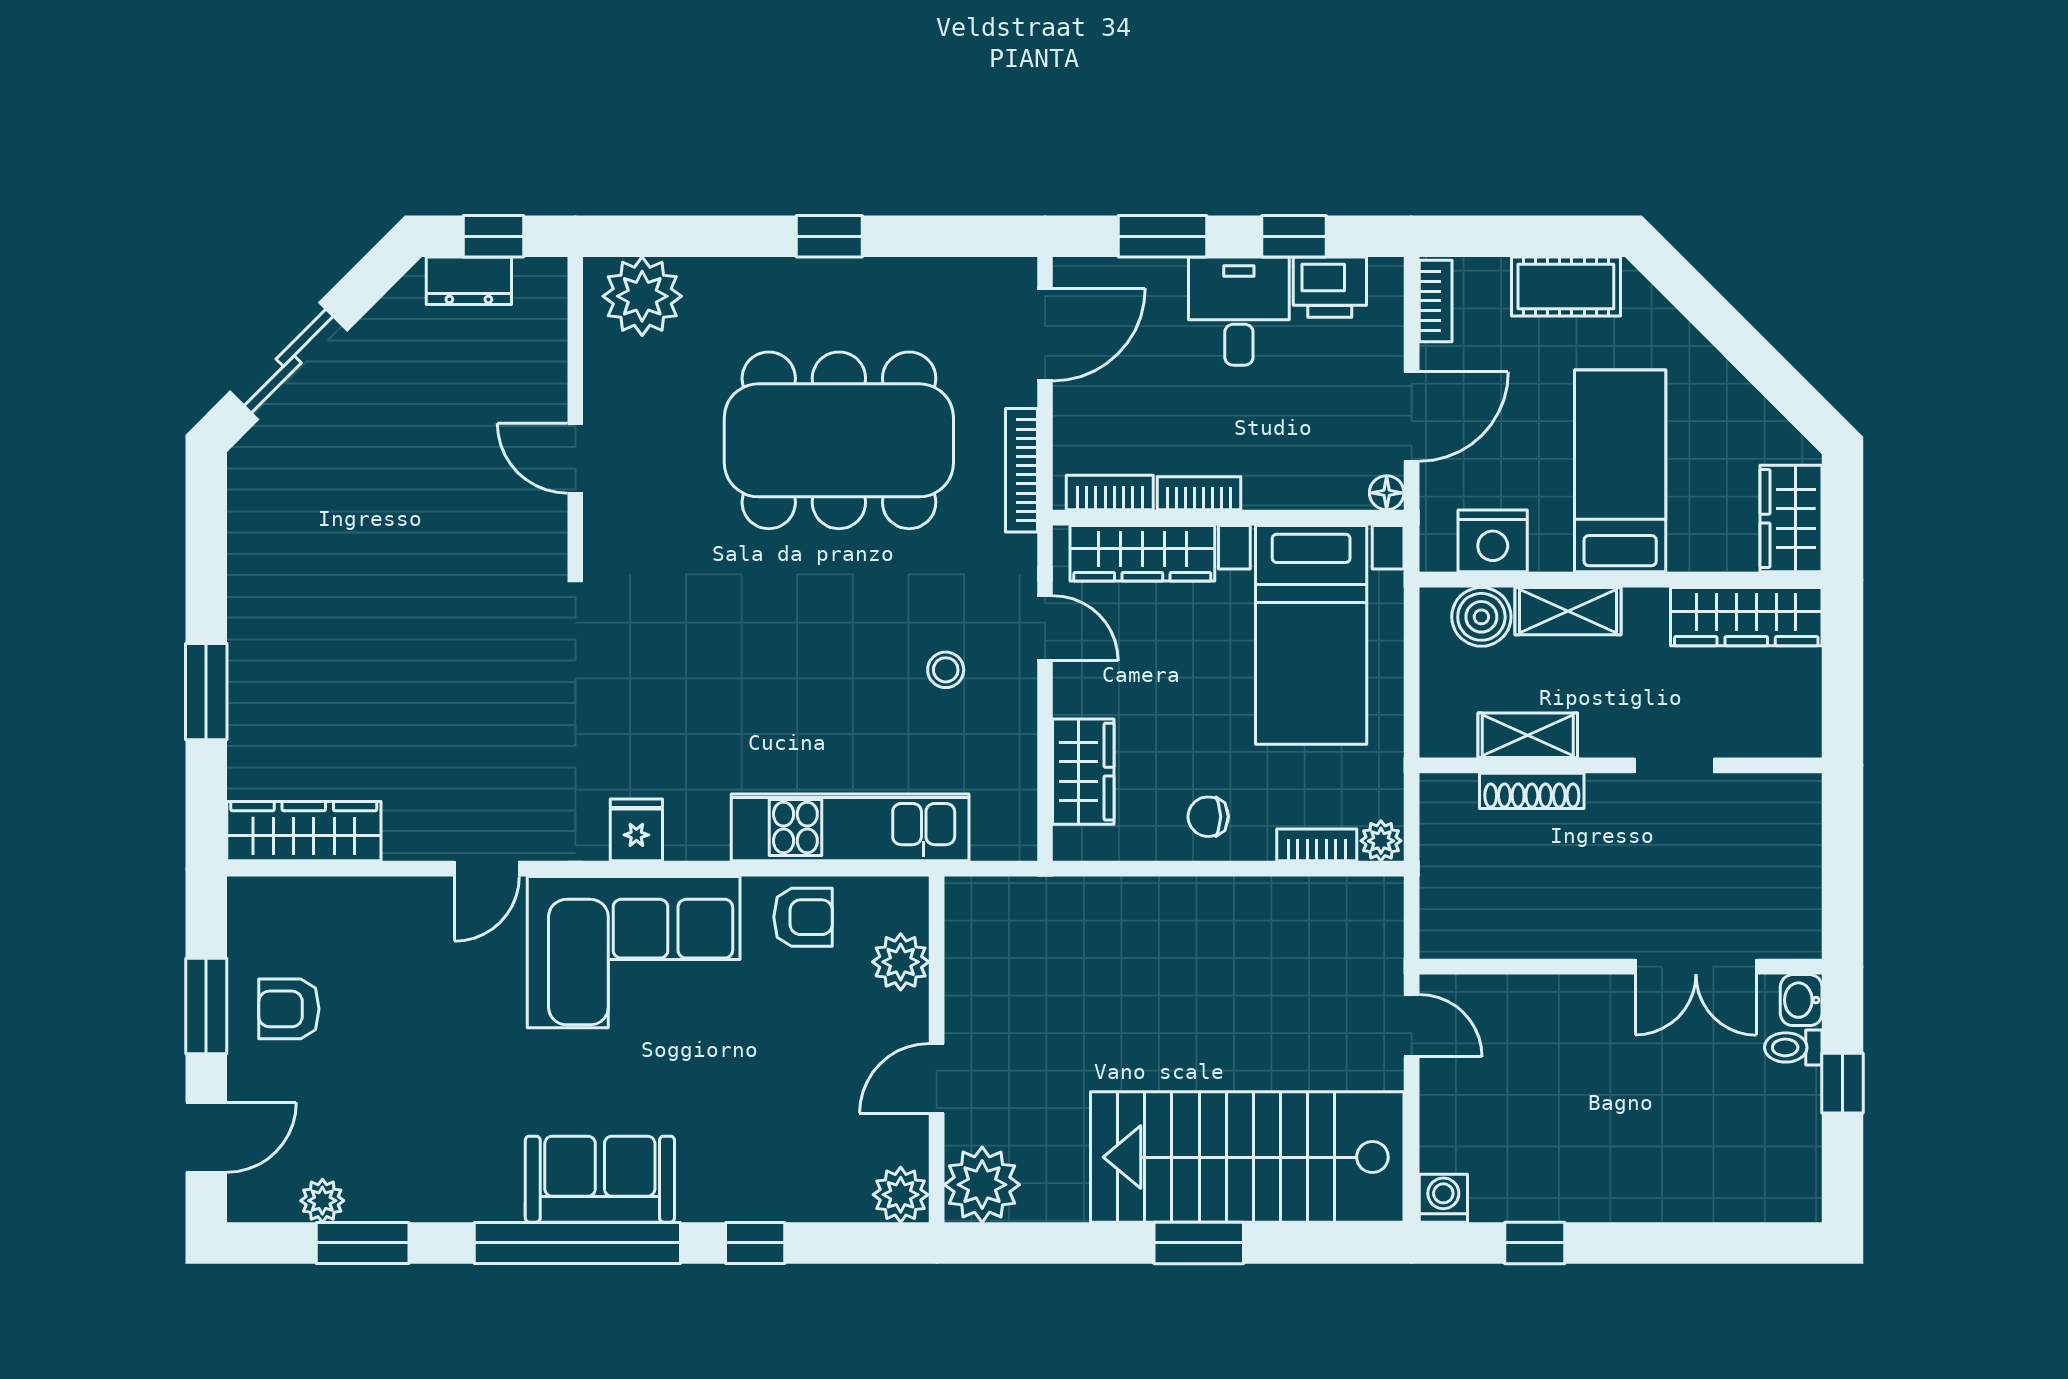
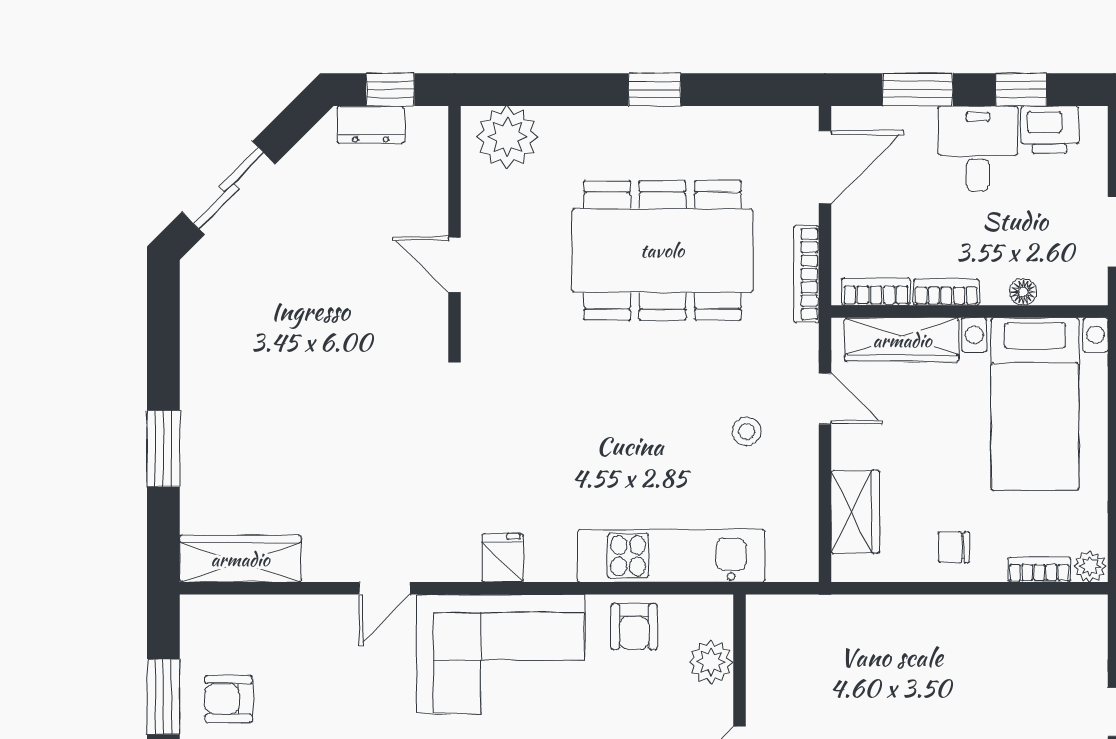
floor lamp: (1387, 493) -> (1023, 292), moved
armchair: (803, 917) -> (634, 627), turned 90

